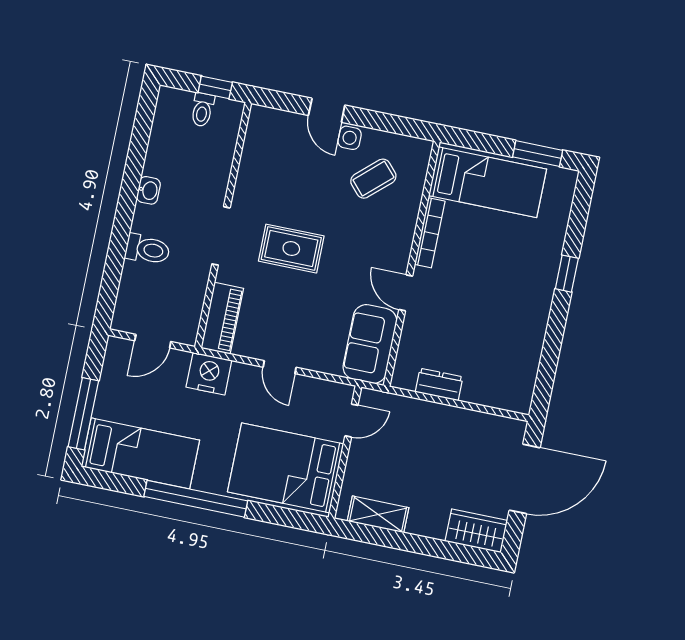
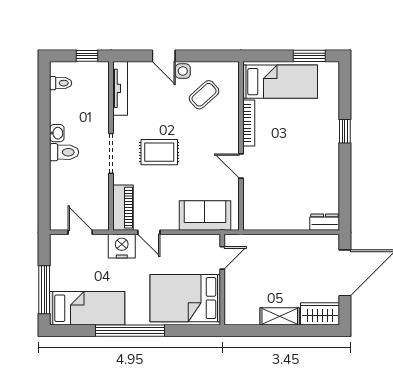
toilet: (202, 110) -> (61, 83), moved, turned -90
tv unit: (254, 144) -> (120, 88), added
toilet: (147, 249) -> (64, 152), moved
door: (153, 341) -> (80, 232), swing flipped
sofa: (370, 344) -> (205, 216), moved, turned 90
door: (280, 367) -> (149, 232), moved
dresser: (439, 385) -> (325, 222), moved
shelving: (378, 514) -> (280, 316), moved

